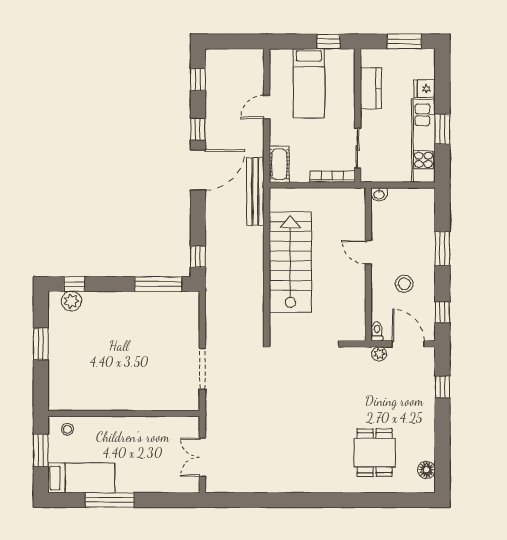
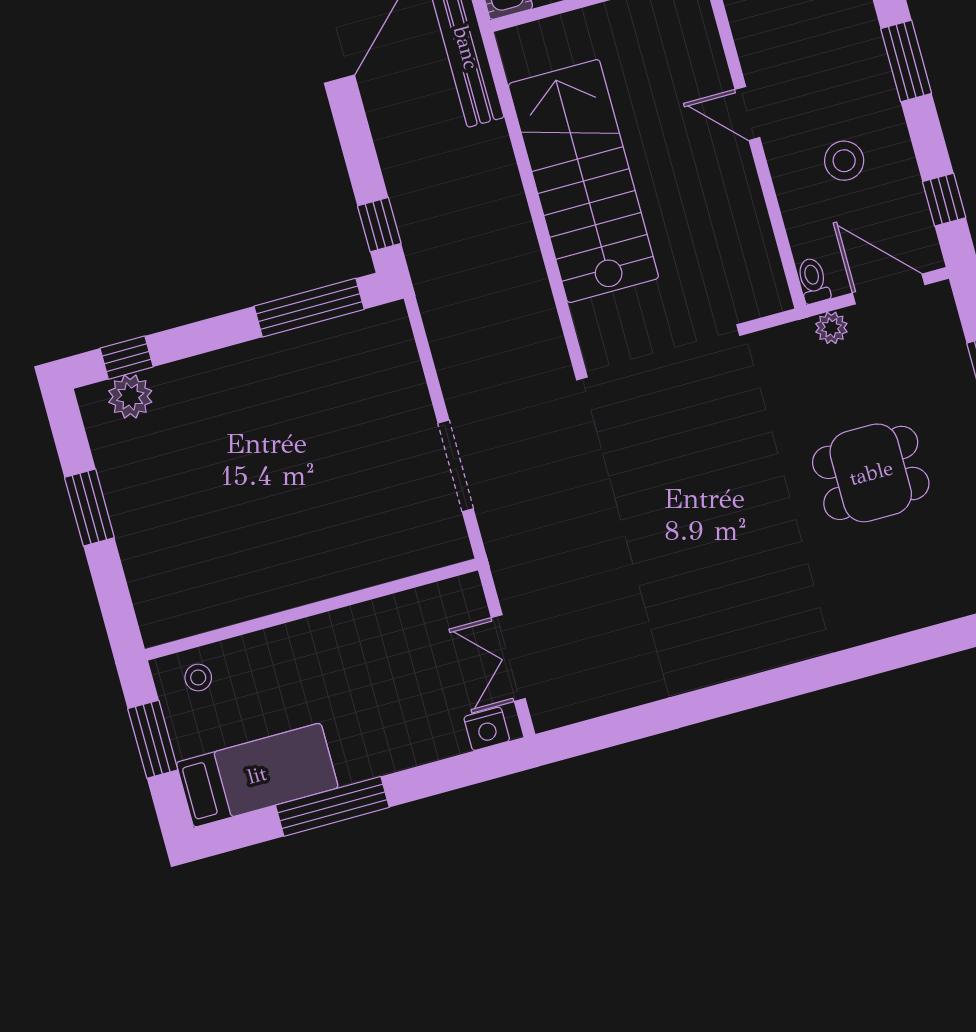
dining table: (375, 453) -> (871, 473), moved, turned 90
nightstand: (185, 485) -> (487, 729), added

